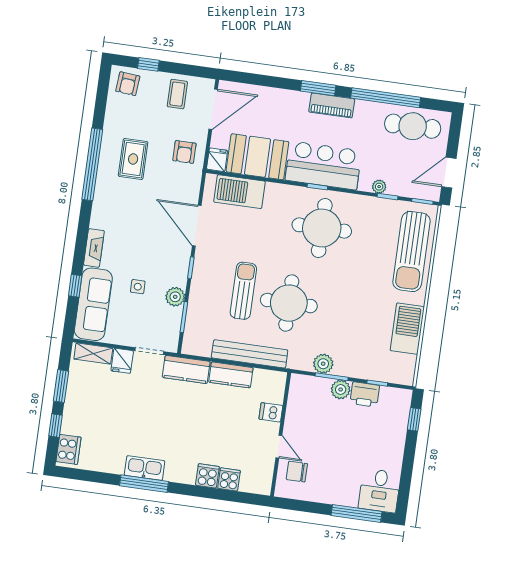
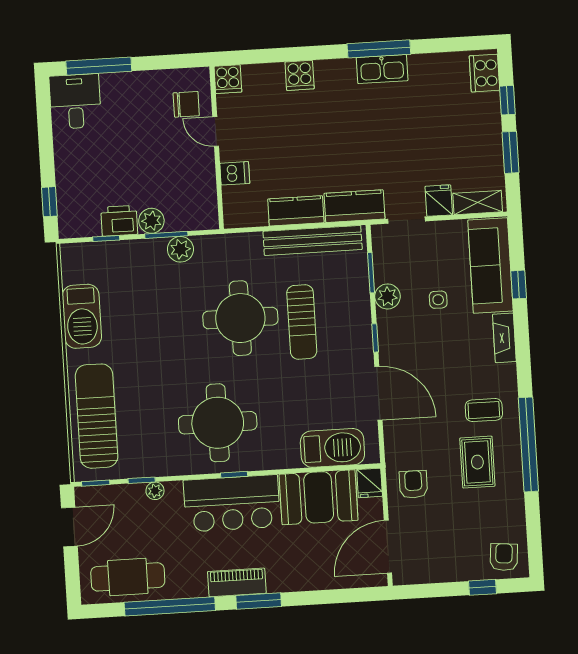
coffee table: (177, 94) -> (484, 410), moved, turned 90
bench: (250, 354) -> (313, 240), moved
cooker: (229, 479) -> (228, 79), moved

